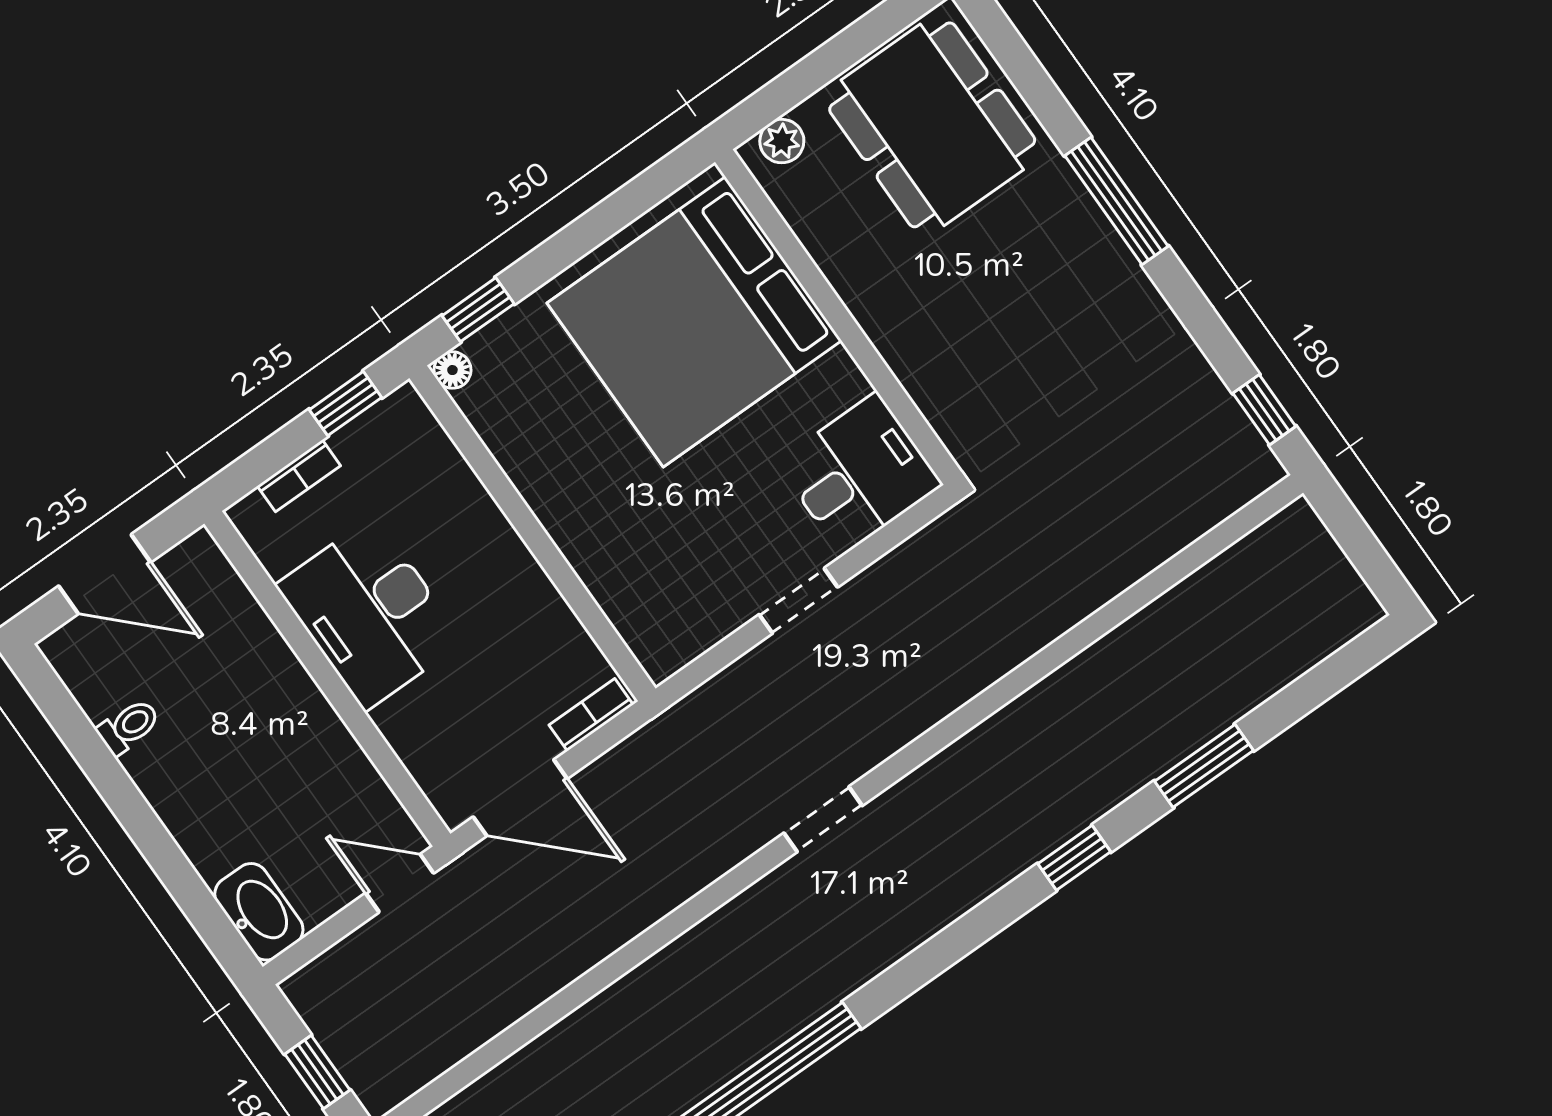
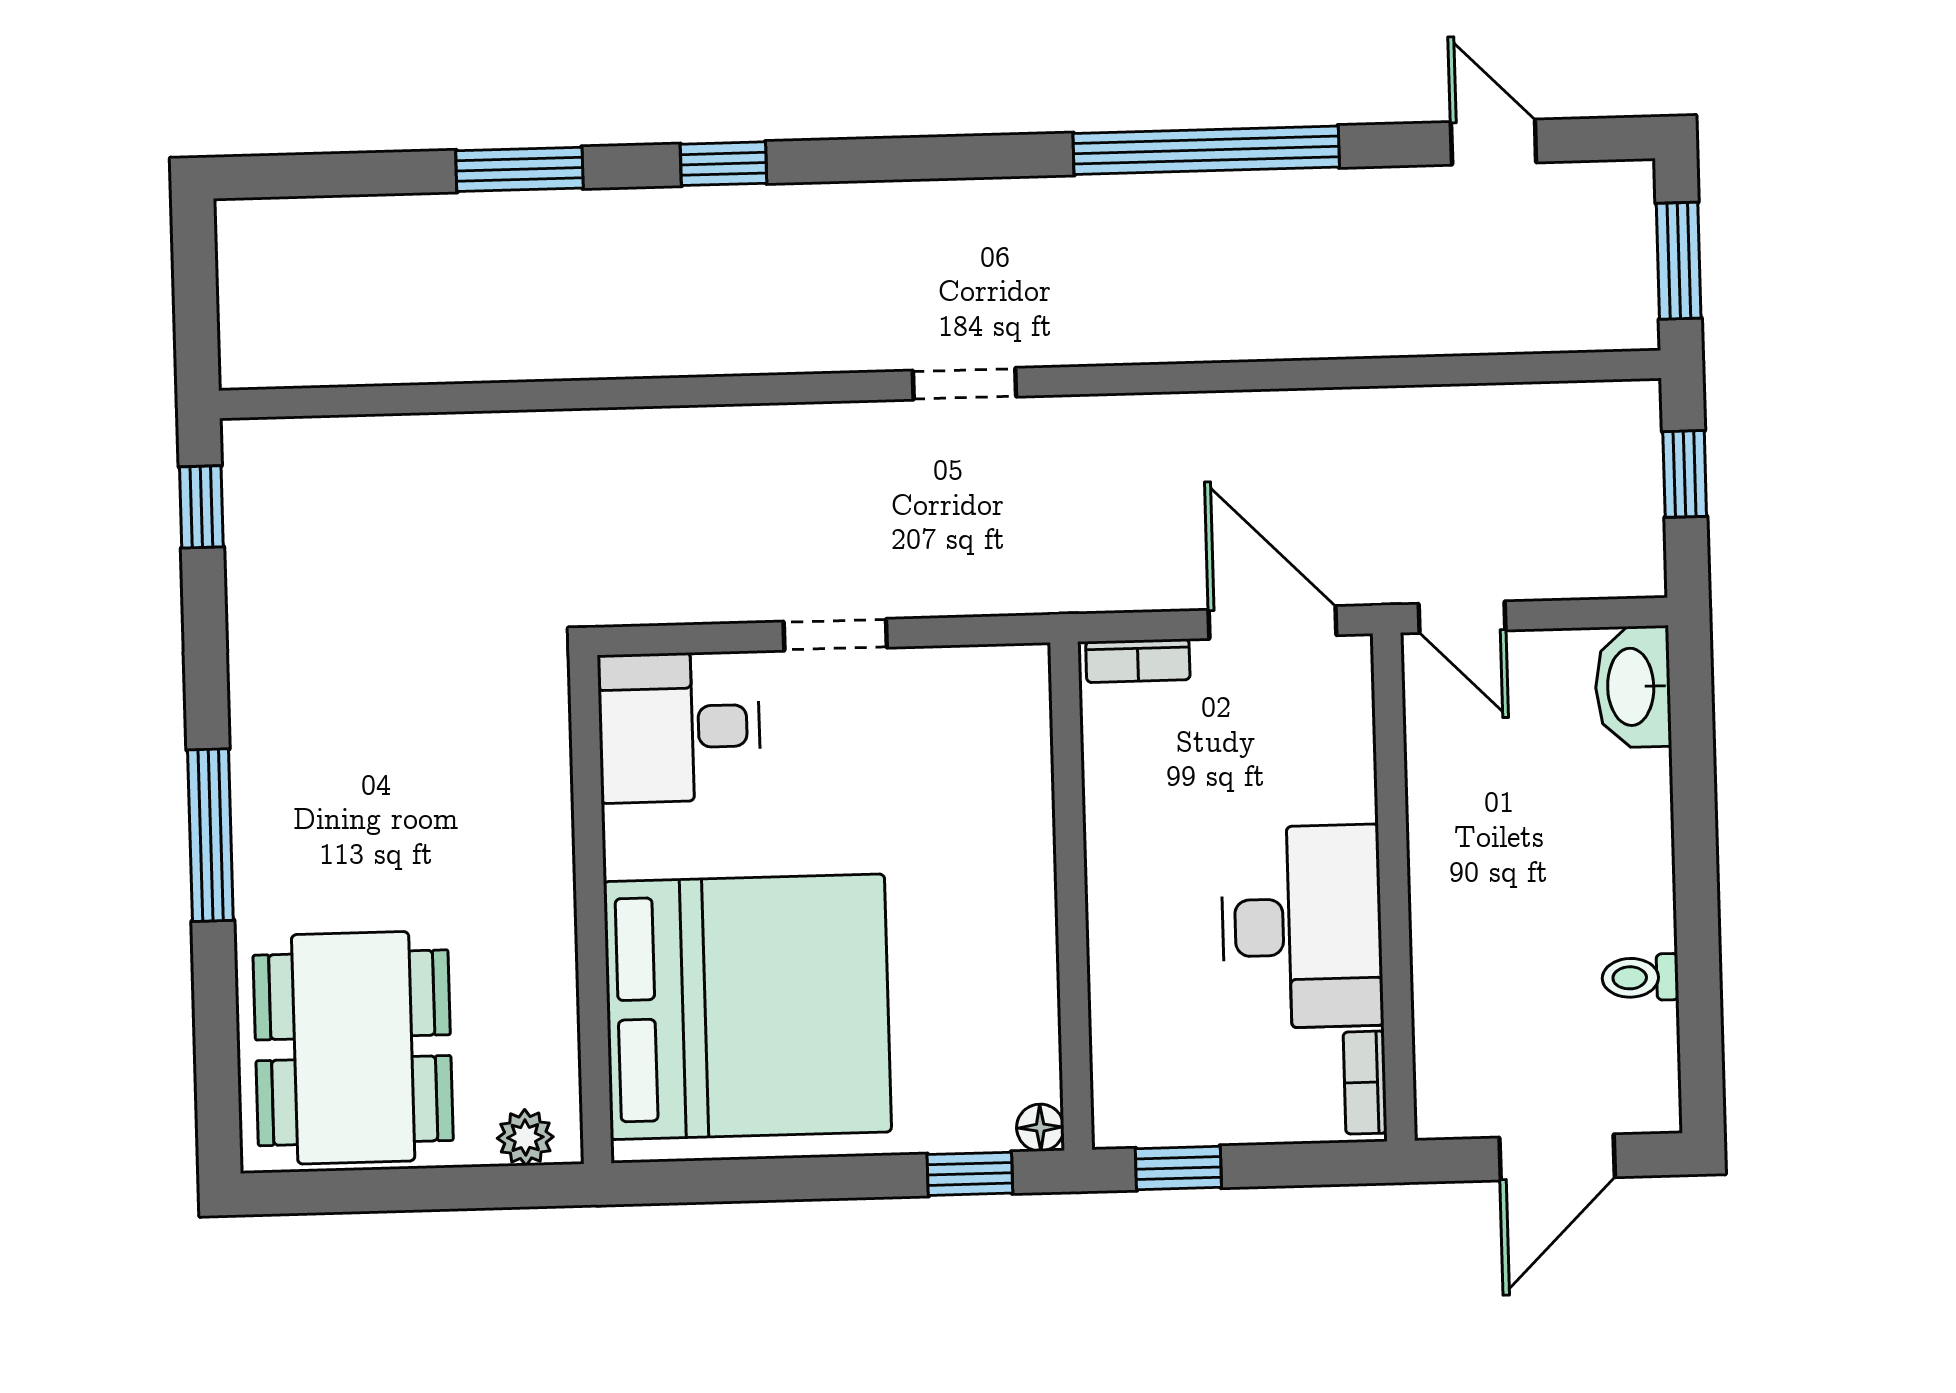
bookcase: (299, 476) -> (1365, 1083), moved, turned -90
door: (105, 574) -> (1557, 1157), swing flipped

